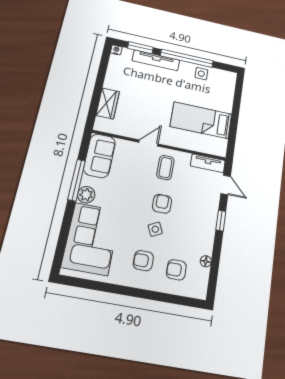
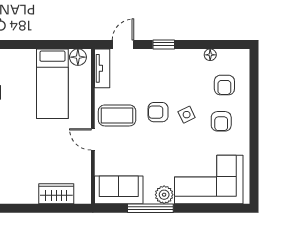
floor lamp: (220, 145) -> (78, 57), added
coffee table: (165, 168) -> (117, 115), width x1.36, depth x1.30

